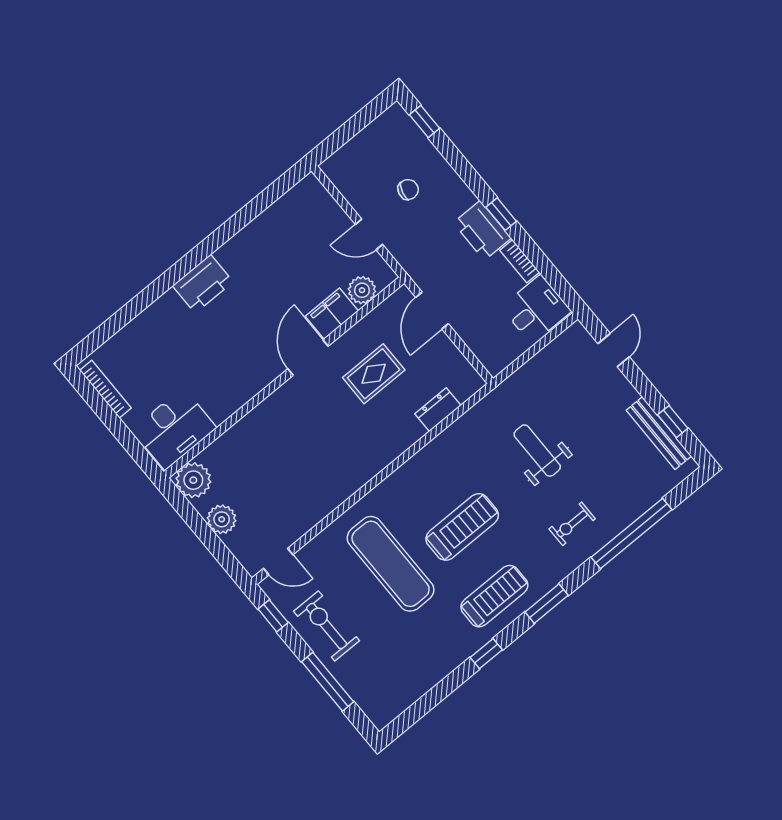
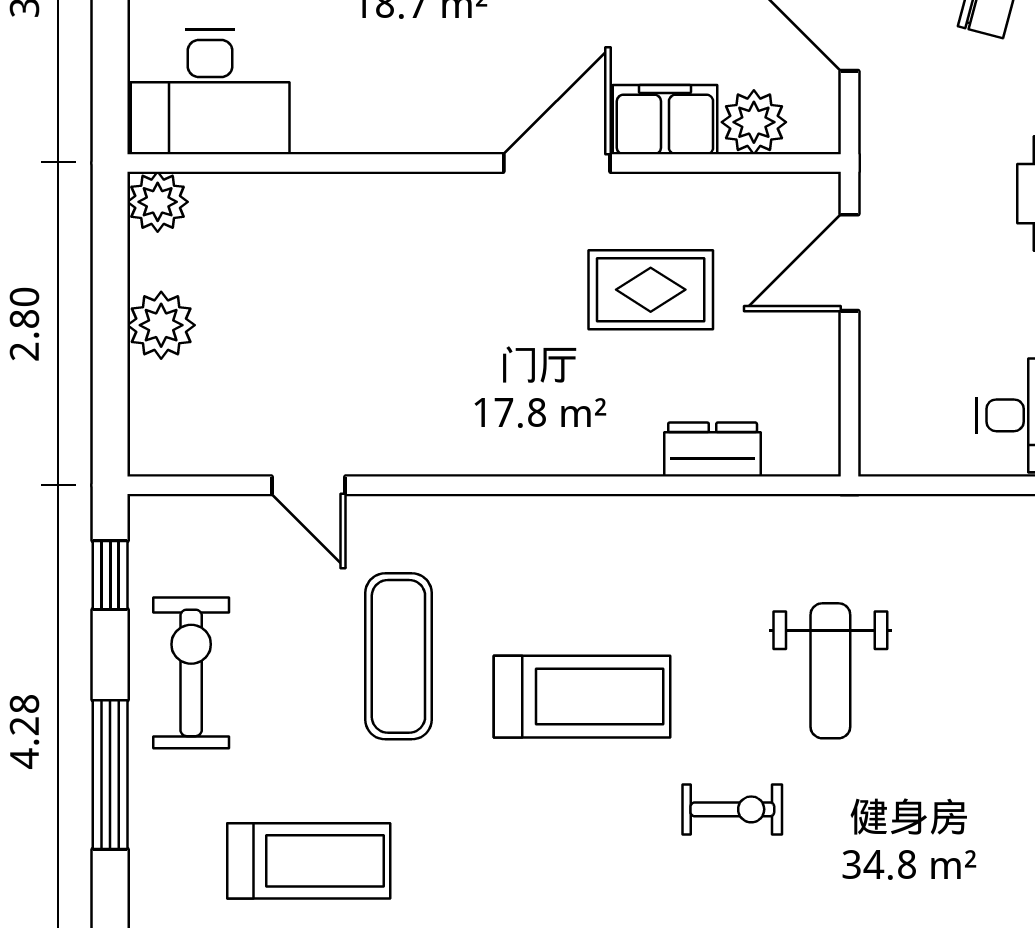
weight bench: (537, 451) -> (830, 671), turned 180
plant: (193, 480) -> (158, 202), width x0.73, depth x0.73
exercise bike: (572, 524) -> (732, 809), moved, turned 180
door: (278, 562) -> (309, 485), moved
exercise mat: (391, 564) -> (398, 656), width x0.73, depth x0.69
treadmill: (494, 596) -> (309, 861), moved

